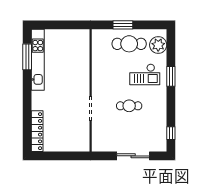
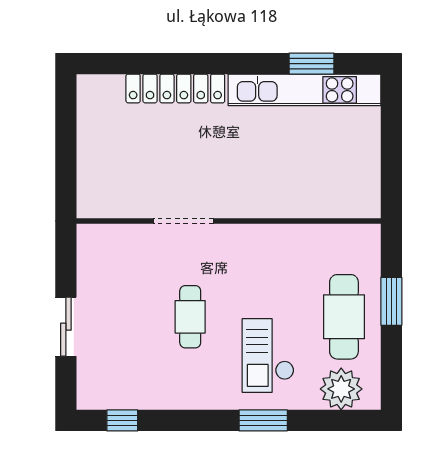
window: (27, 57) -> (312, 64), width x0.69
locker: (37, 131) -> (175, 88), moved
sliding door: (133, 156) -> (66, 327), width x0.73

